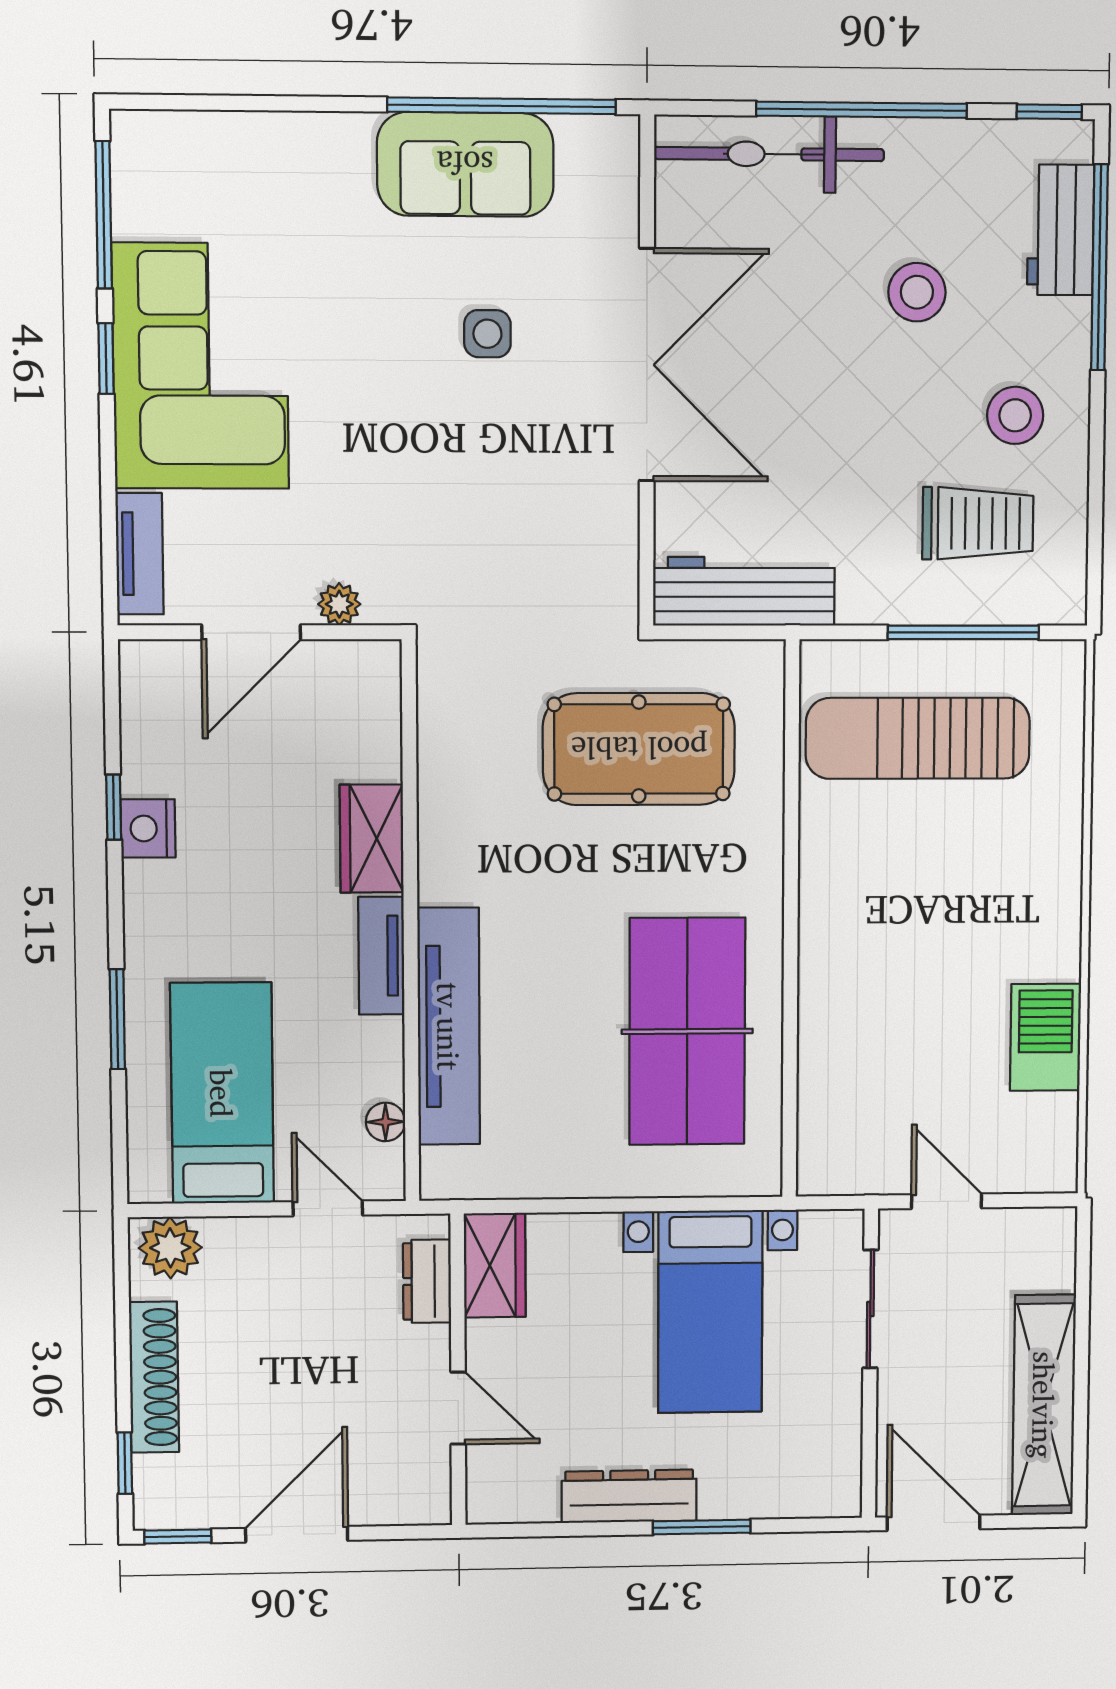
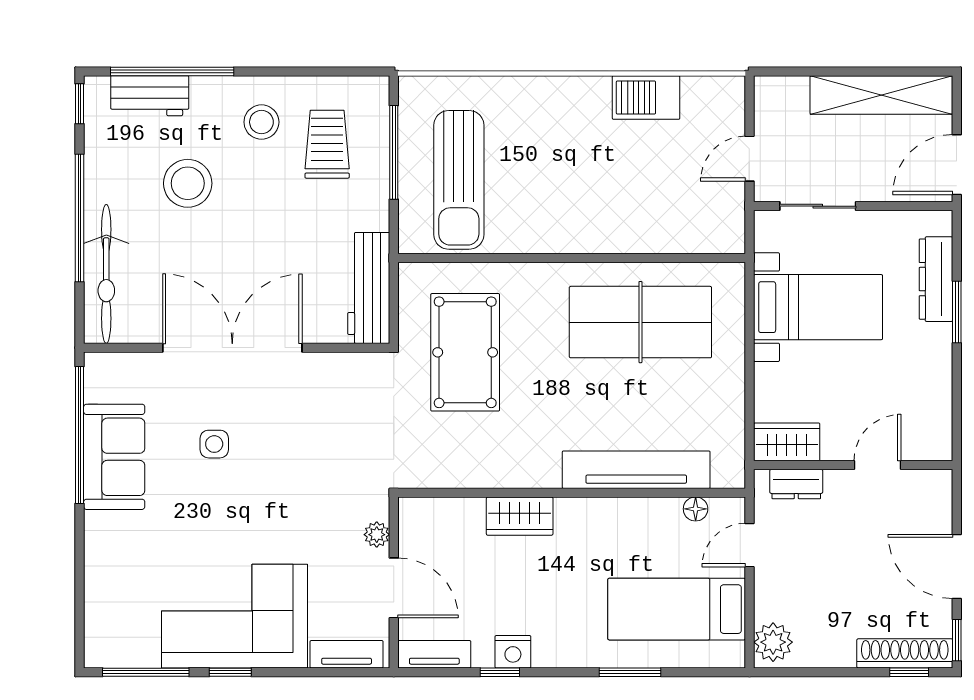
stool: (917, 292) -> (188, 183), width x1.38, depth x1.38
tv unit: (381, 956) -> (434, 654), moved, turned 180
shoe rack: (154, 1377) -> (905, 653), moved
dresser: (629, 1496) -> (936, 279), moved

